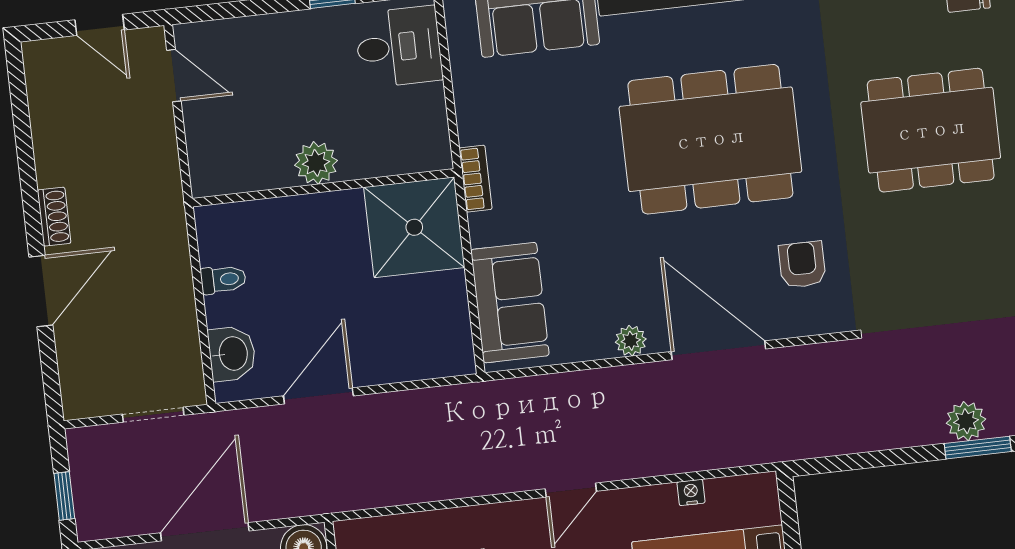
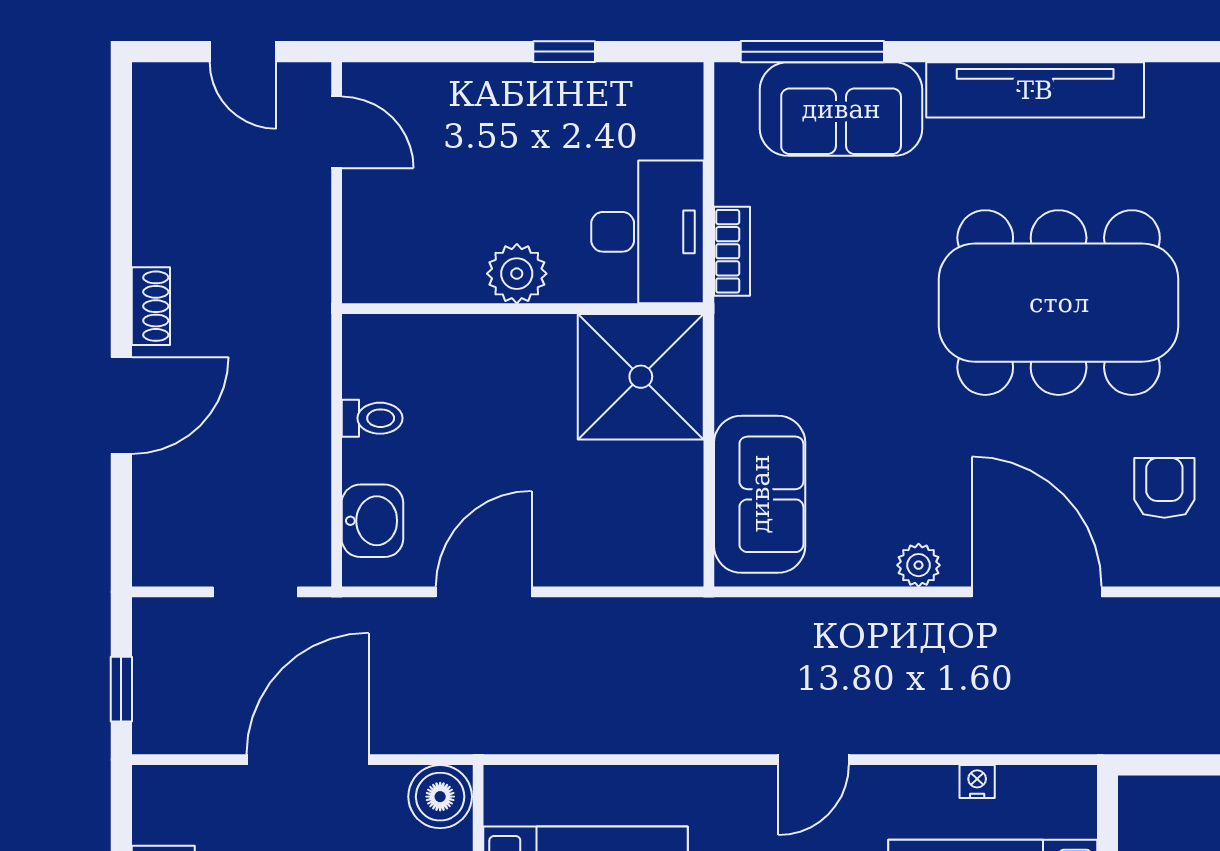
desk: (399, 47) -> (647, 232), moved, width x1.37
bookcase: (476, 179) -> (732, 251), moved

